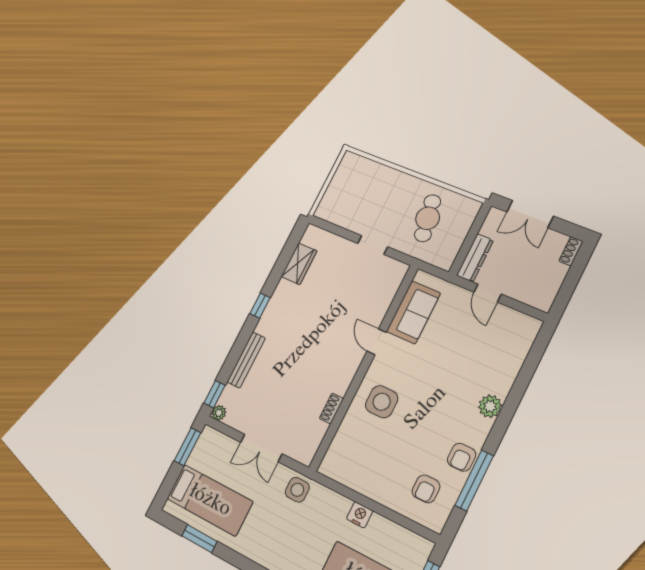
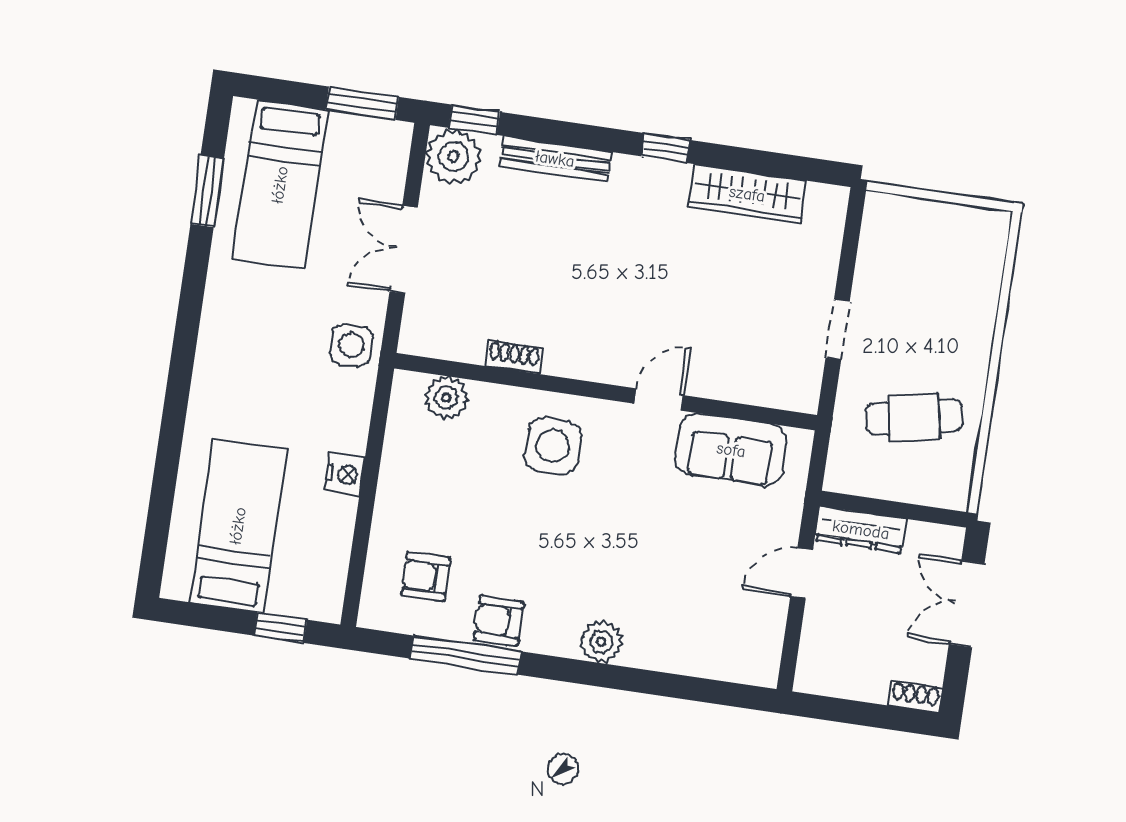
wardrobe: (299, 264) -> (747, 194), width x1.50
plant: (219, 413) -> (453, 157), width x1.88, depth x1.88
plant: (339, 449) -> (446, 398), added

